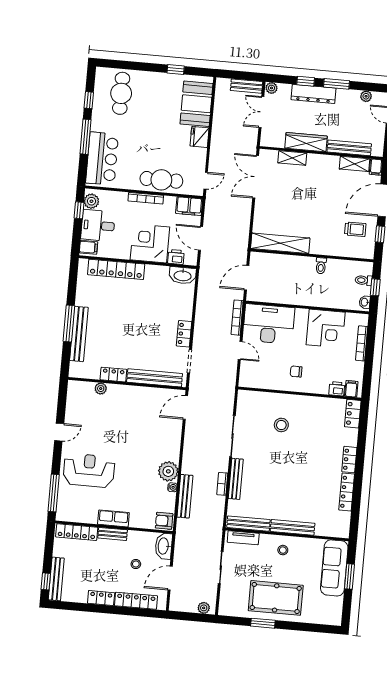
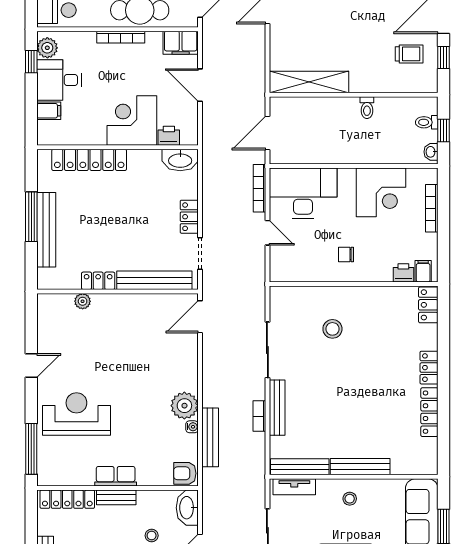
corner desk: (150, 243) -> (132, 120), moved
printer: (176, 257) -> (169, 136), moved
wall: (138, 262) -> (118, 147), moved
locker: (116, 269) -> (89, 160), moved
washbasin: (183, 275) -> (180, 160), moved

